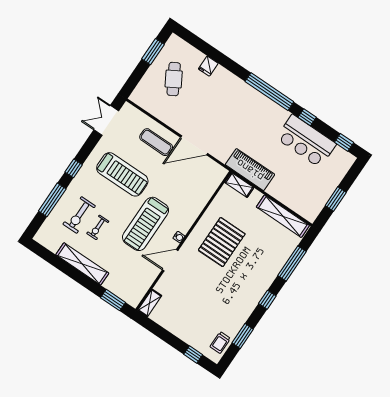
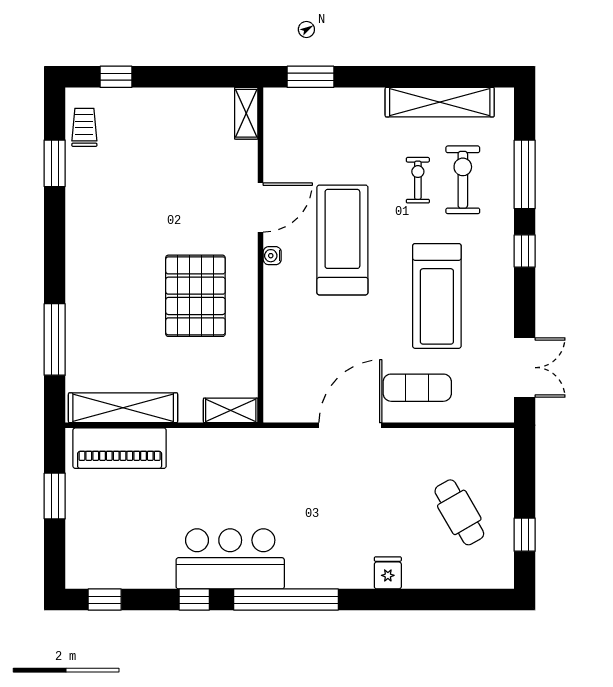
window: (153, 52) -> (525, 535), width x0.67
fridge: (208, 66) -> (388, 573), moved
bar counter: (306, 141) -> (230, 559), moved
piano: (250, 170) -> (120, 448), moved
treadmill: (122, 174) -> (437, 296), turned -90
shelving: (82, 264) -> (440, 102), moved
window: (267, 300) -> (55, 251), removed

